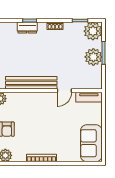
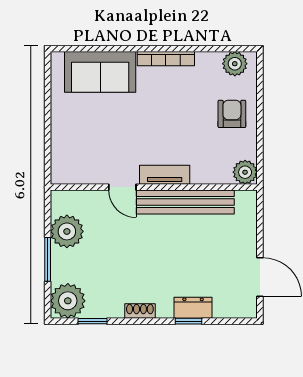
plant: (93, 57) -> (67, 231), moved
door: (64, 91) -> (122, 187), swing flipped
tv unit: (89, 97) -> (165, 175), moved
sofa: (91, 143) -> (100, 72), moved, turned 90

